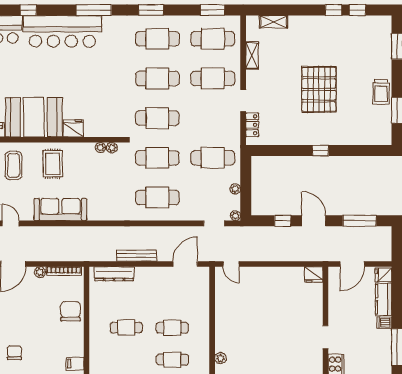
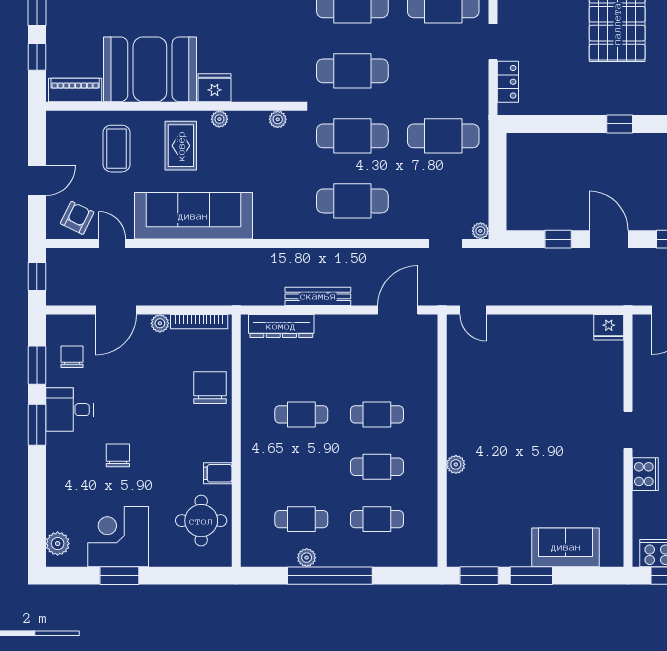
plant: (100, 148) -> (219, 119), moved
plant: (235, 189) -> (480, 187), removed
sofa: (60, 210) -> (193, 216), width x1.36, depth x1.27

